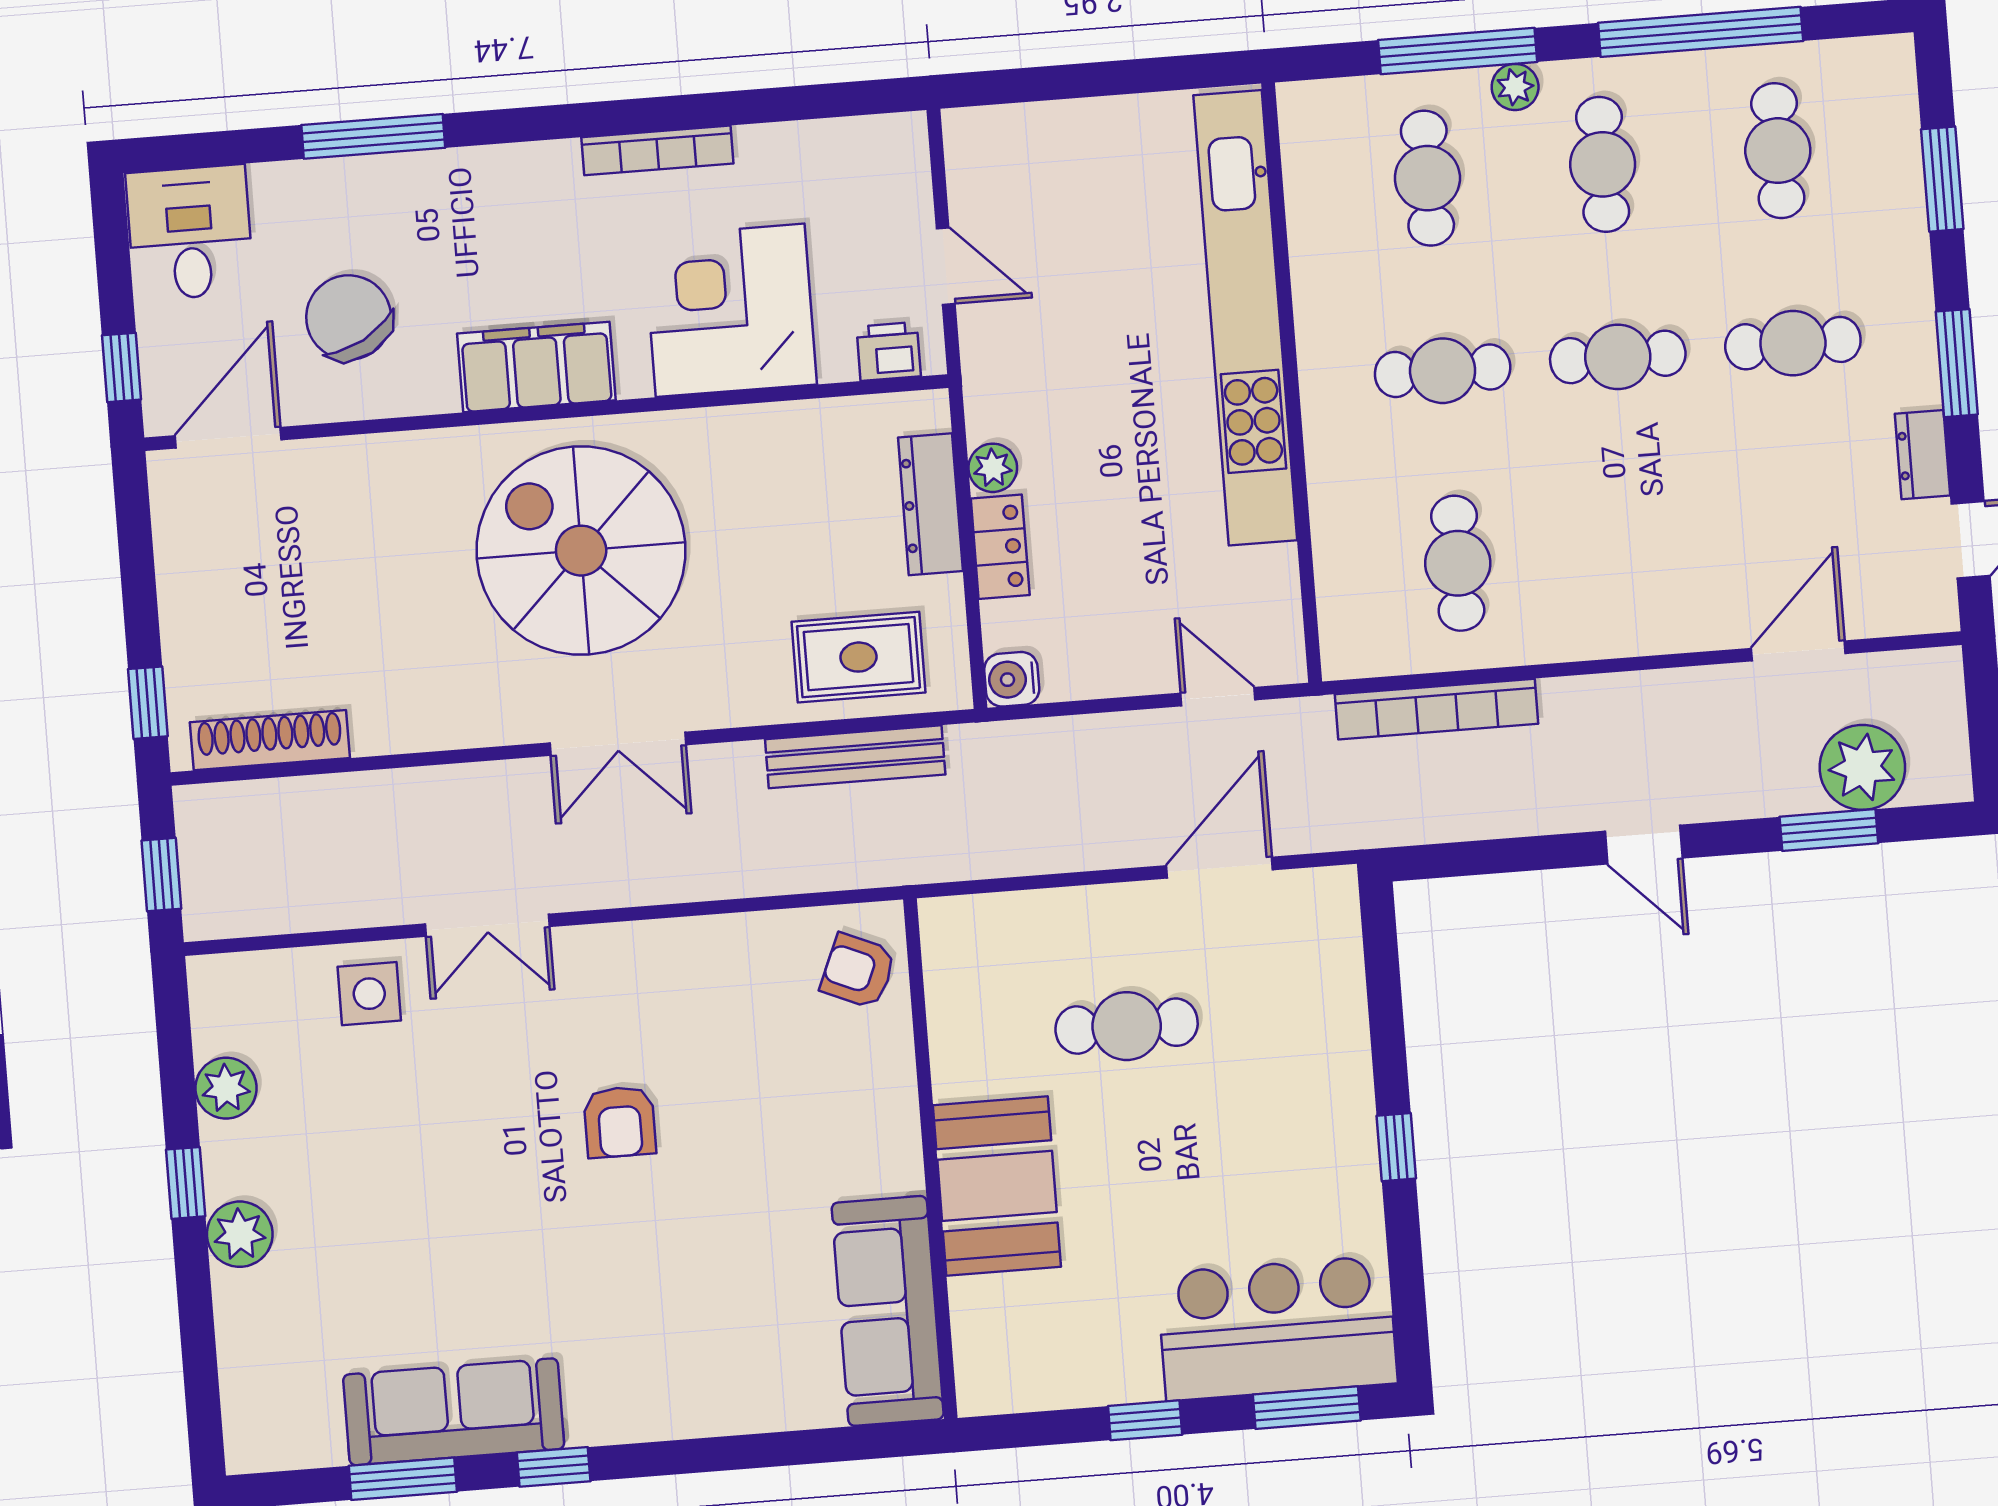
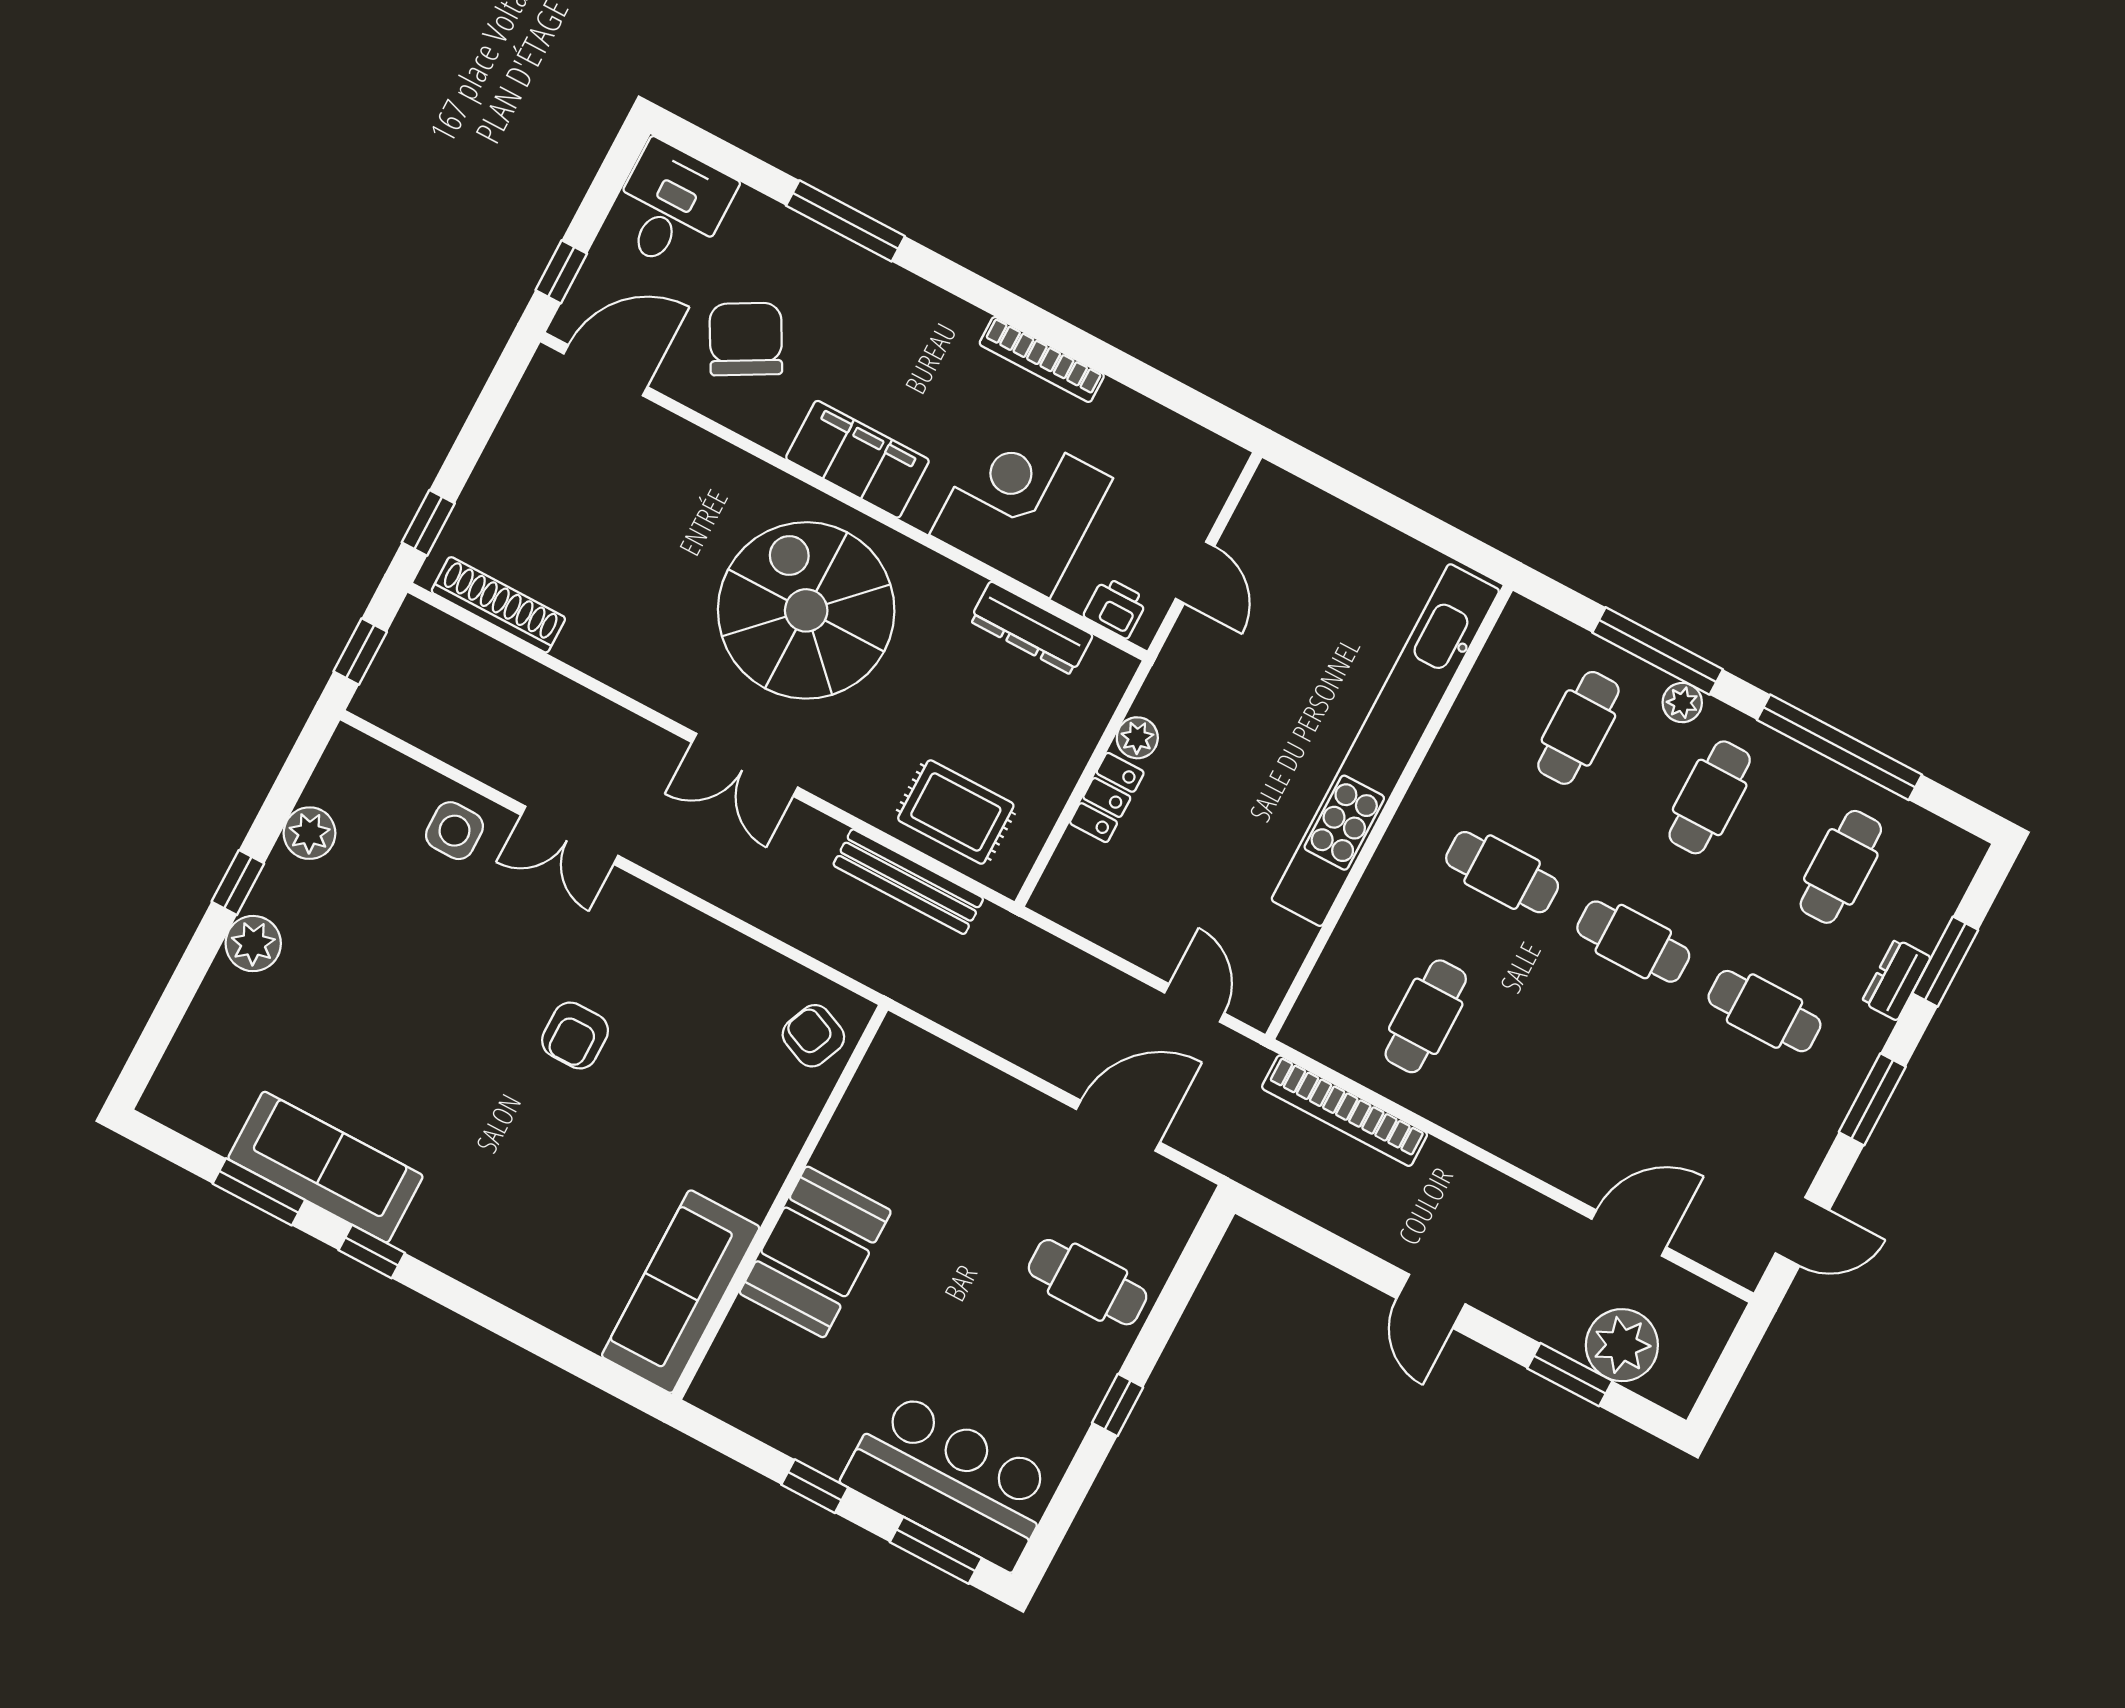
dresser: (1922, 455) -> (1896, 980), moved
dresser: (930, 504) -> (1031, 628), moved, turned -90
water cooler: (1012, 679) -> (1055, 897), removed
cafe table: (1127, 1026) -> (1088, 1282), moved

